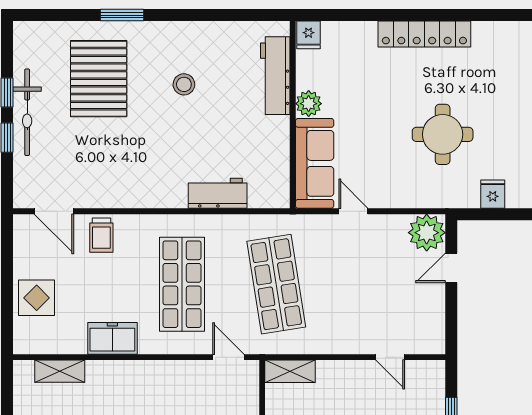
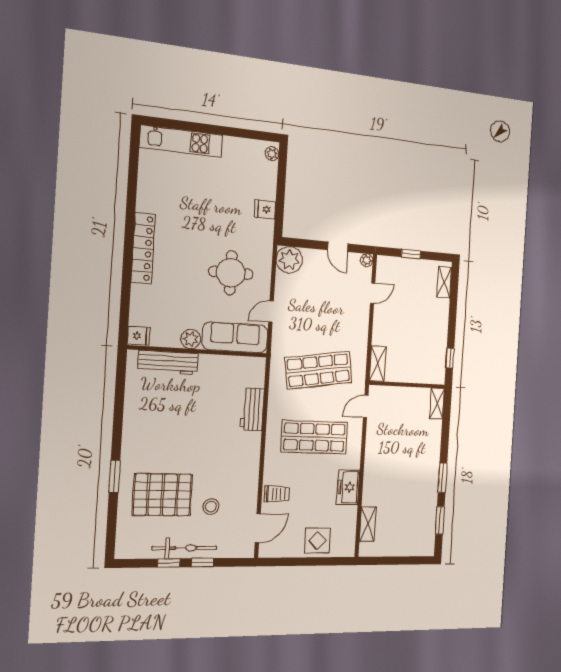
stool: (184, 84) -> (211, 507), moved
round table: (443, 134) -> (231, 273), moved
door: (451, 268) -> (338, 247), moved
plant: (436, 345) -> (367, 260), added

